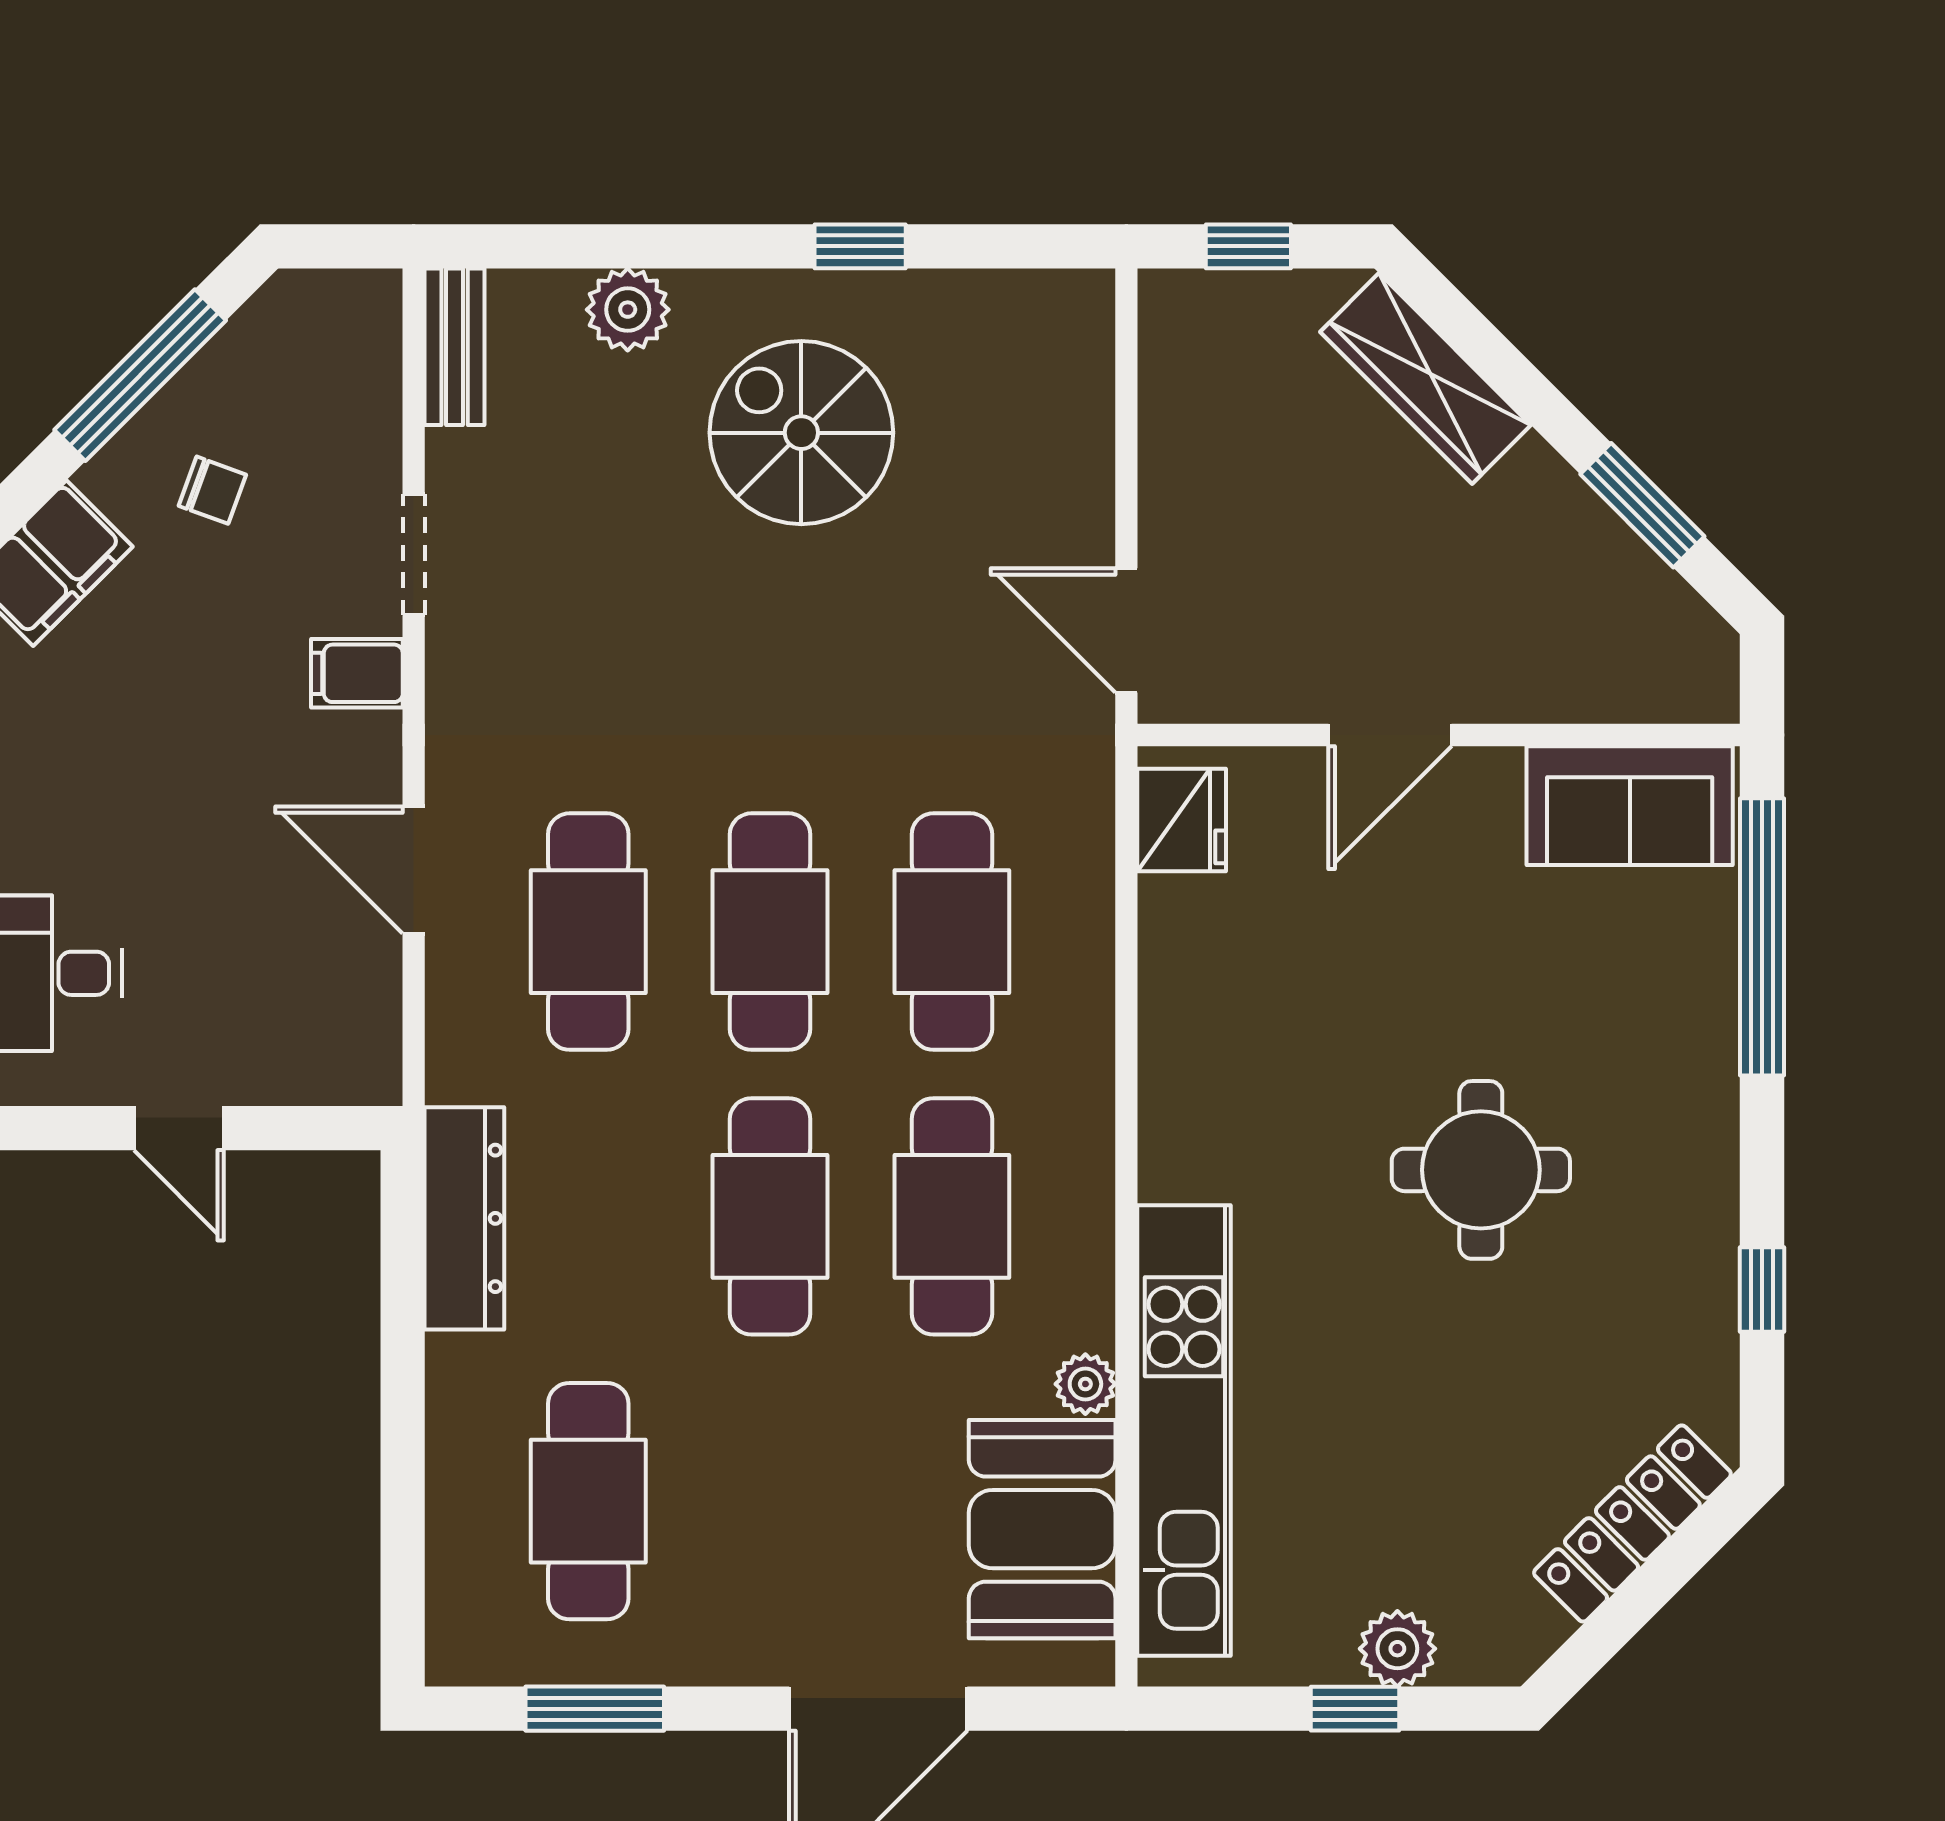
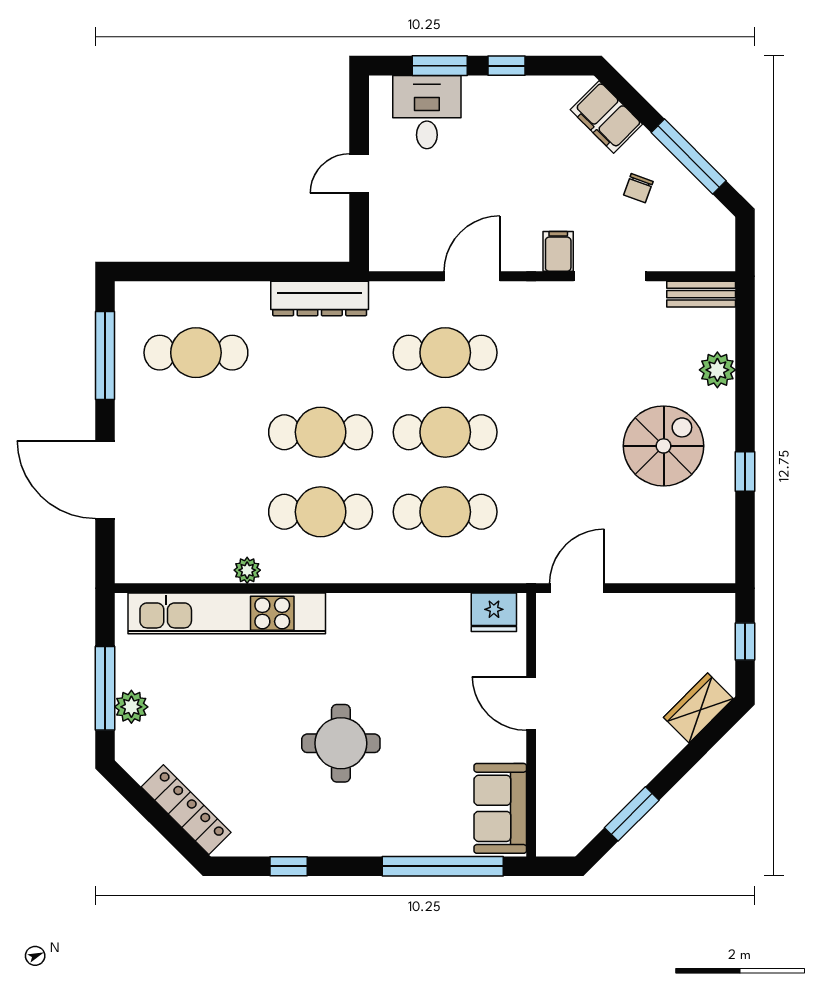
wardrobe: (1426, 378) -> (698, 708), width x0.67
doorway: (414, 555) -> (610, 276), width x1.38
booth: (1042, 1529) -> (184, 551), removed
window: (595, 1709) -> (105, 356), width x1.44
window: (1355, 1709) -> (105, 688), width x2.17

